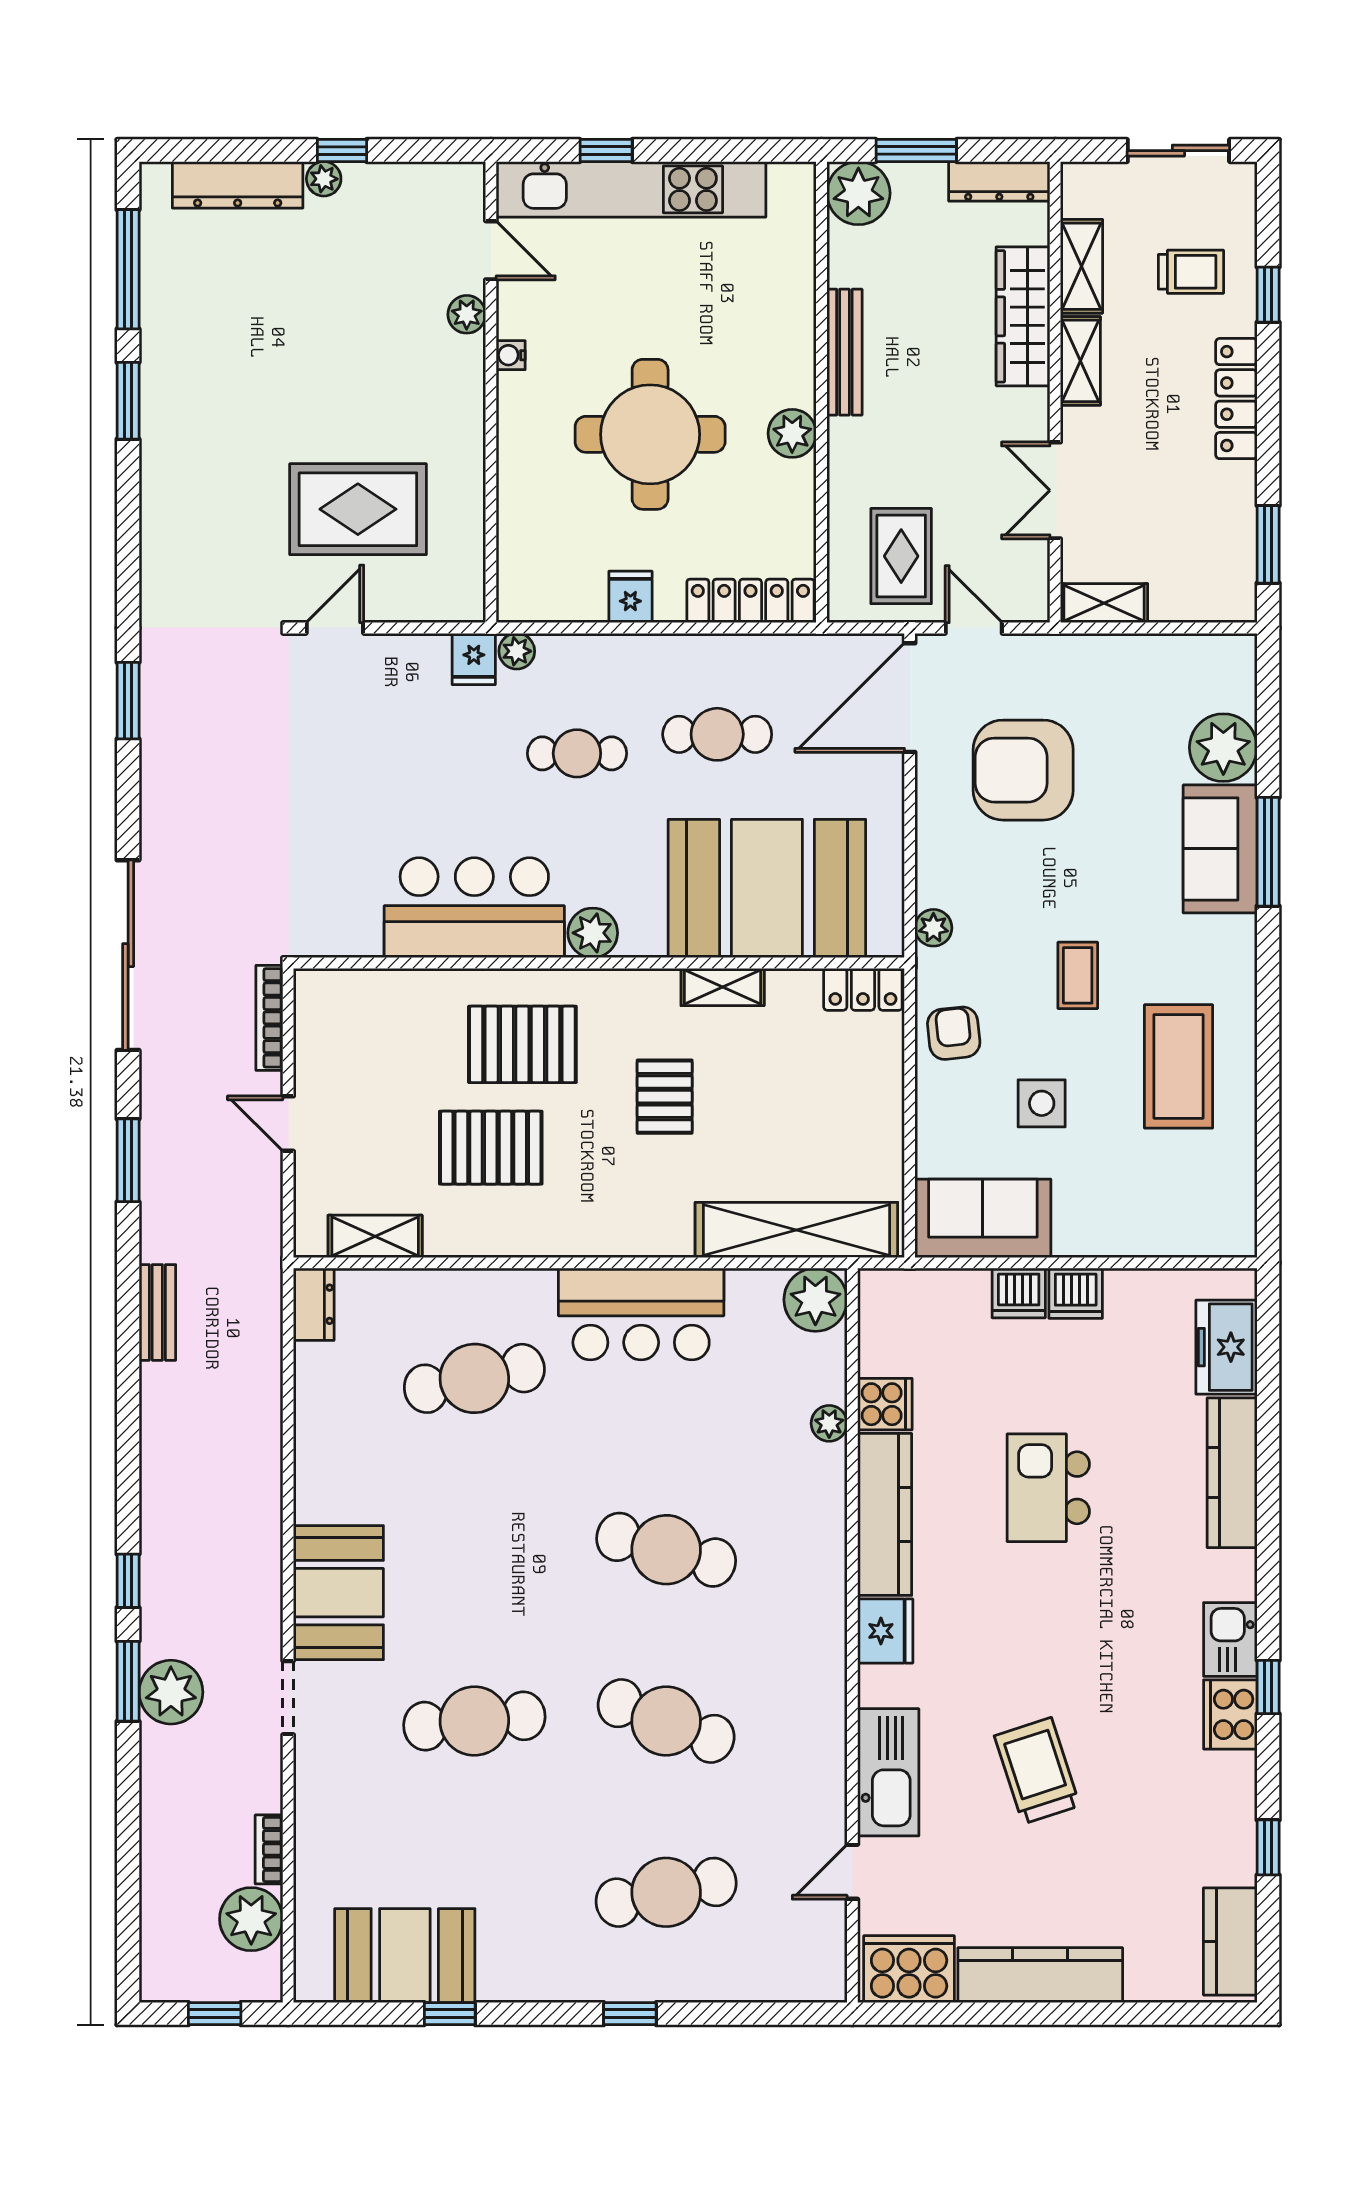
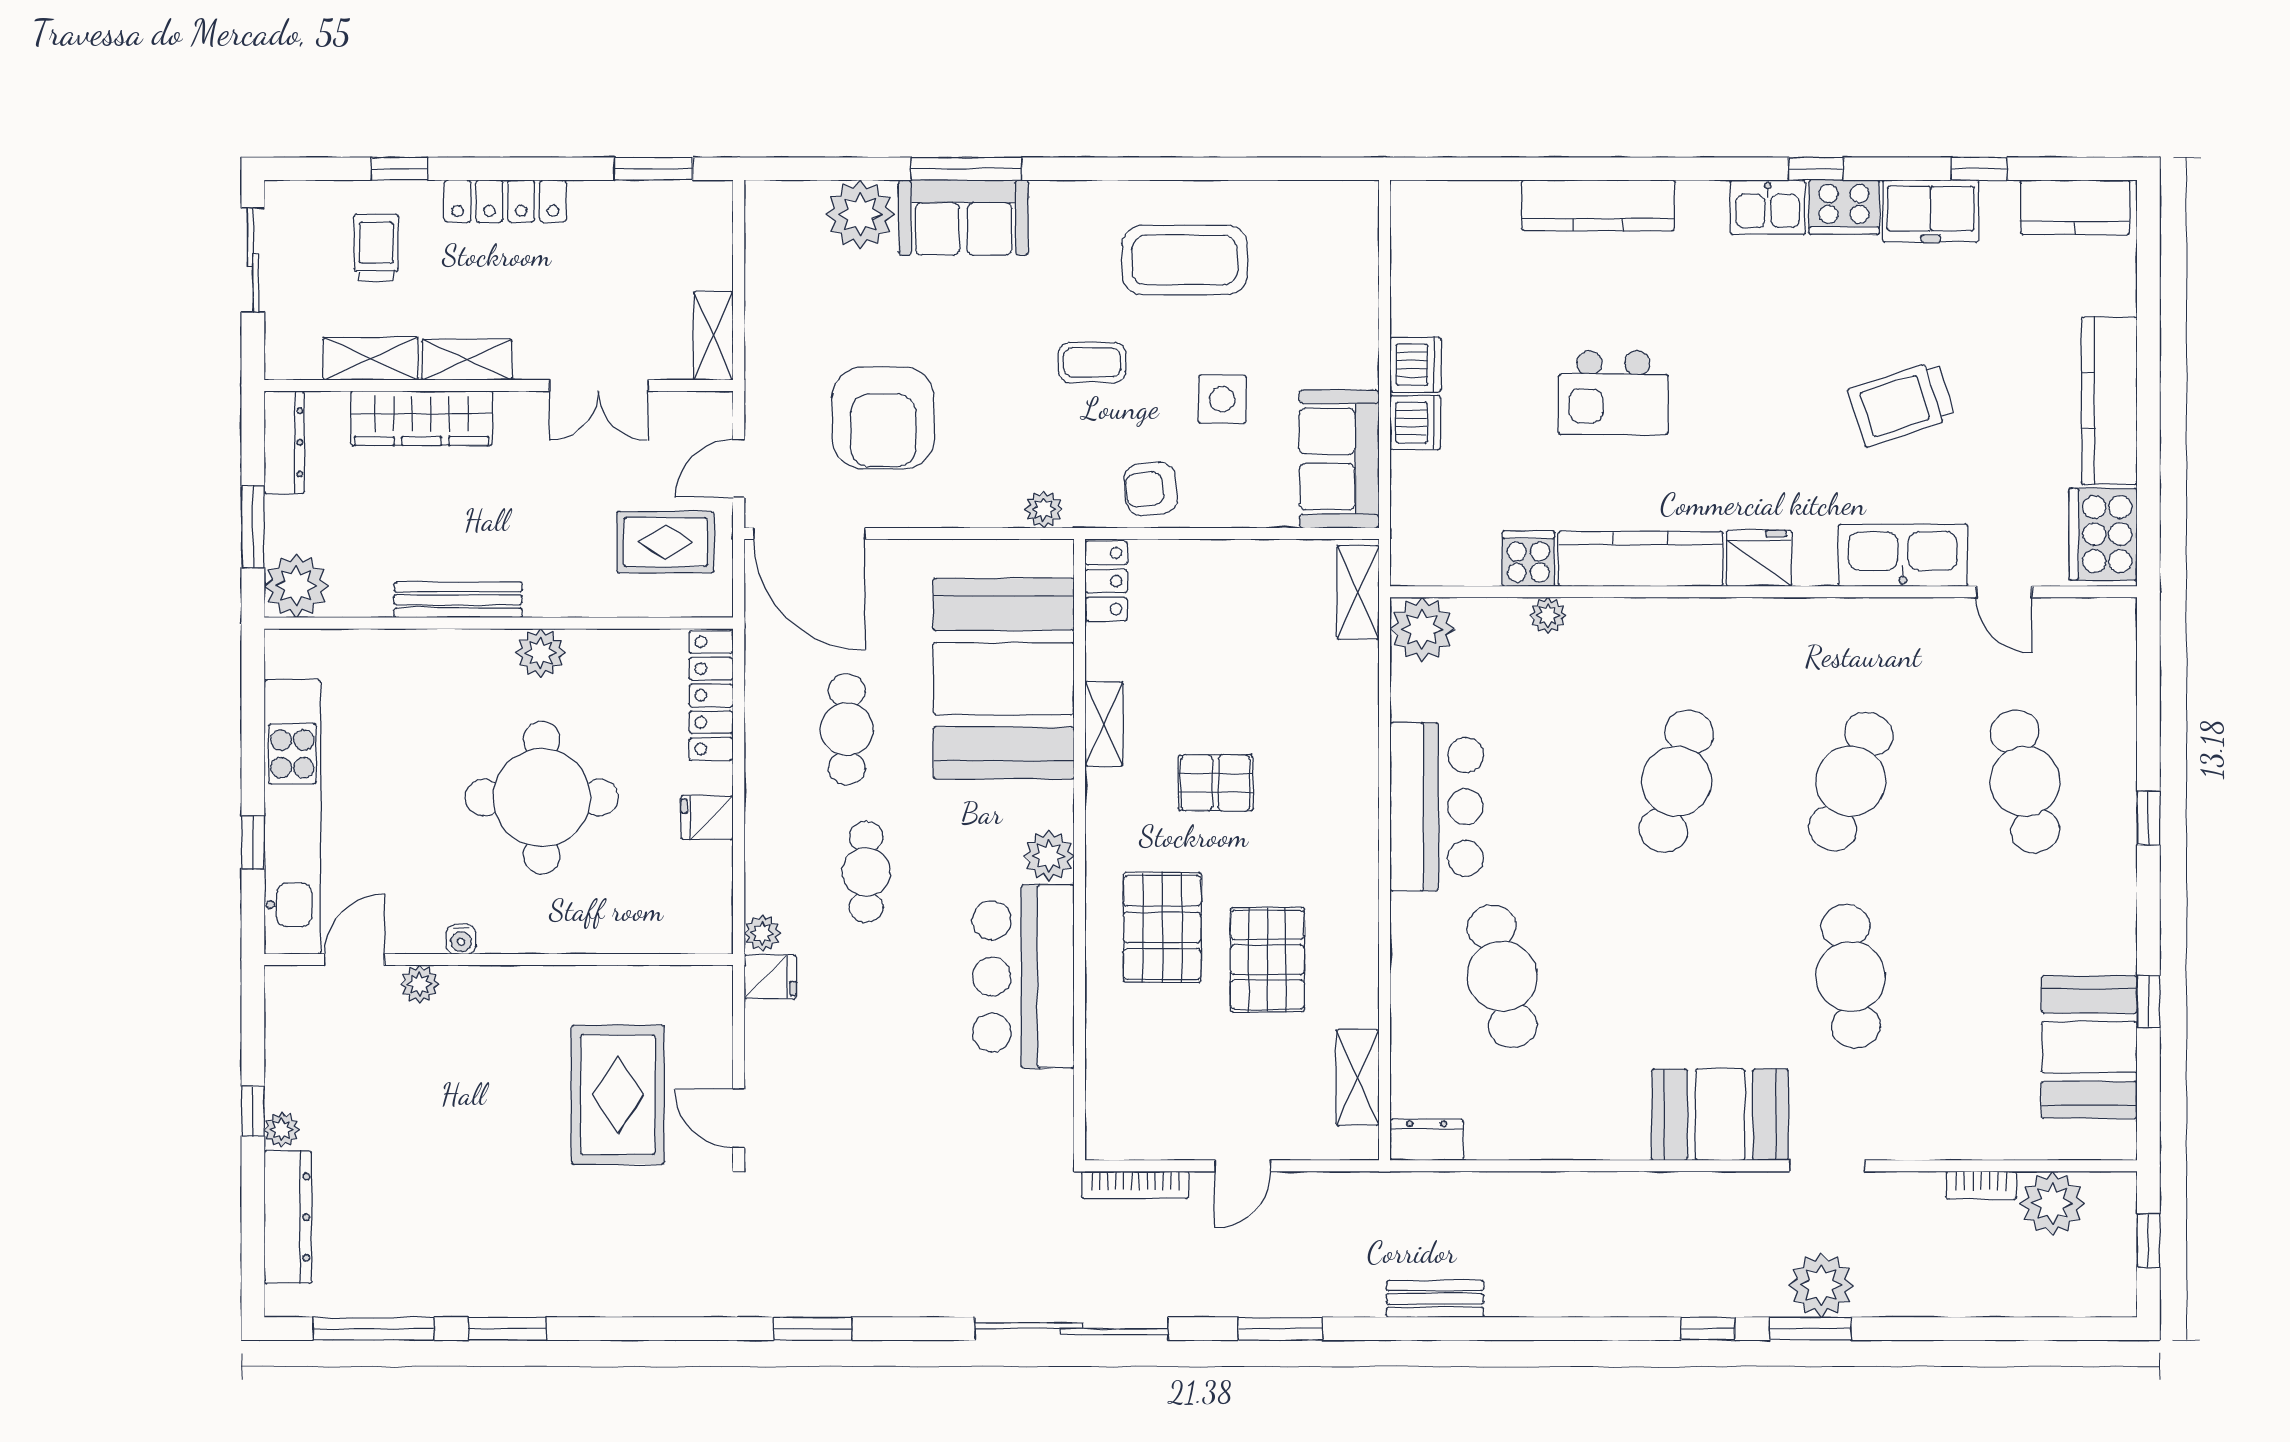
shelving: (796, 1230) -> (1358, 592), width x0.45, depth x0.75
freezer: (1226, 1347) -> (1931, 211), moved

